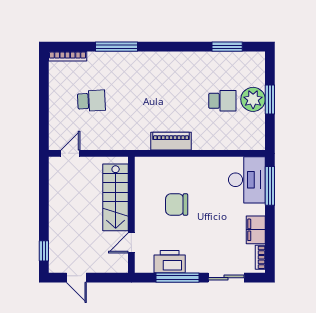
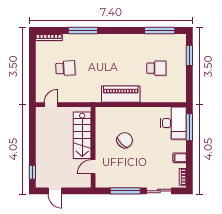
window: (227, 47) -> (160, 31), width x1.44
plant: (253, 99) -> (178, 67), removed
window: (270, 100) -> (189, 55), moved
piano: (171, 141) -> (121, 94), width x1.37, depth x1.33
chair: (177, 205) -> (125, 140), turned 135
filing cabinet: (256, 230) -> (180, 158), width x0.50
printer: (170, 262) -> (120, 180), removed

